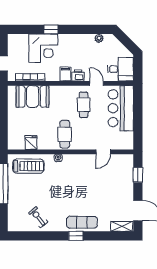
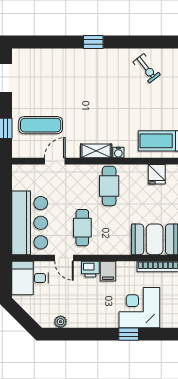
exercise mat: (82, 222) -> (41, 125), moved
shelving: (122, 226) -> (96, 151), moved

